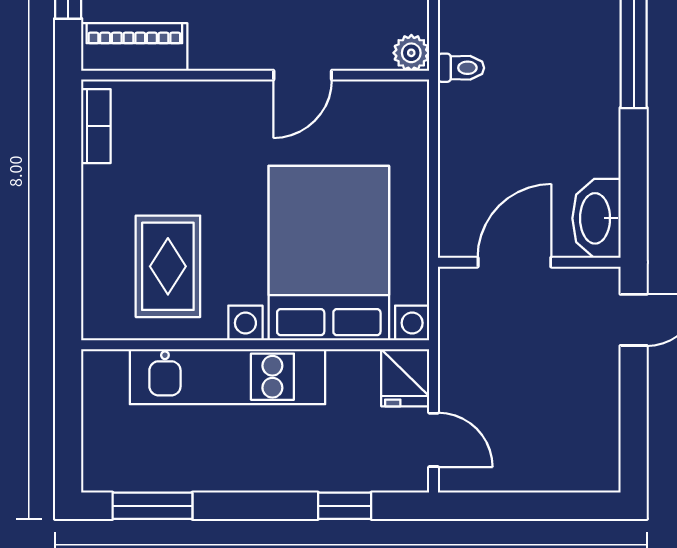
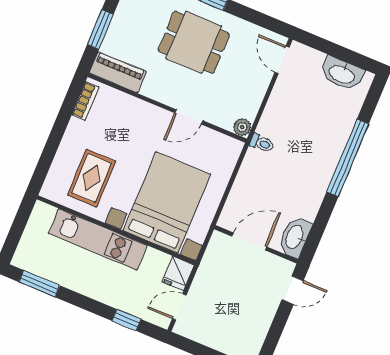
door: (434, 440) -> (179, 307), swing flipped

